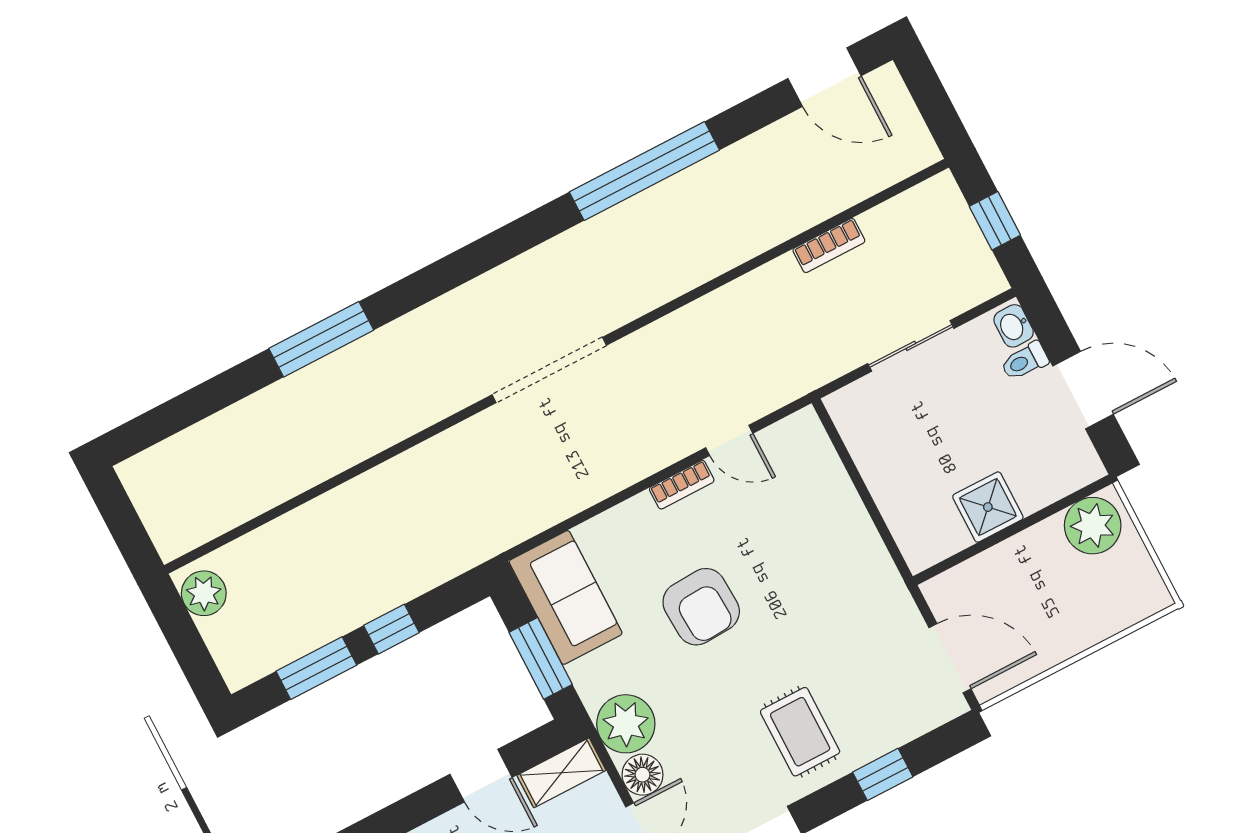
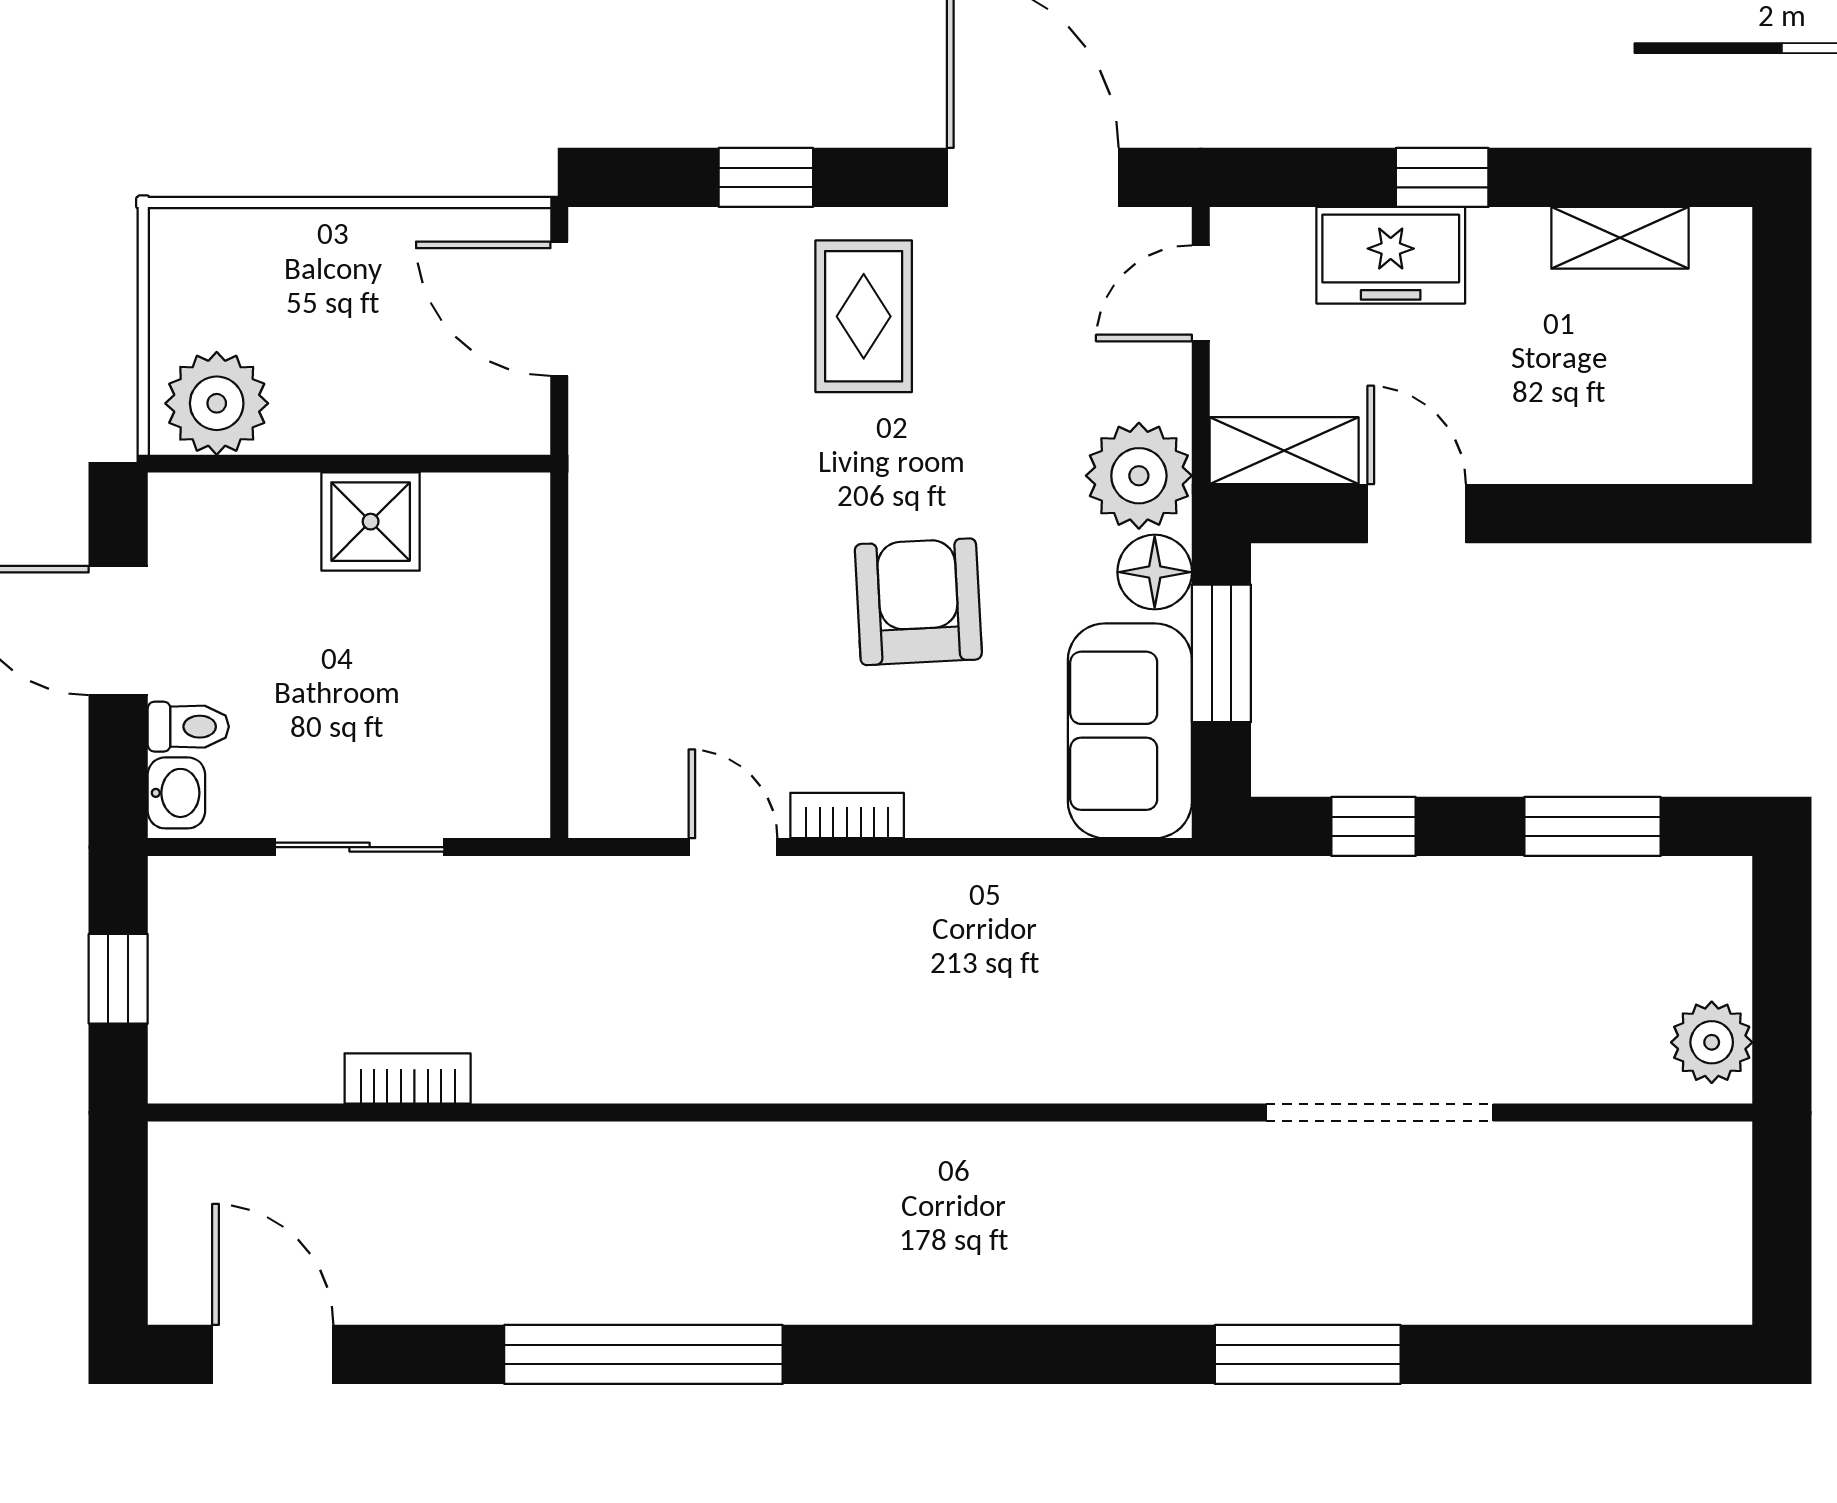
doorway: (549, 370) -> (1380, 1113), moved
window: (391, 629) -> (1373, 826), moved
floor lamp: (643, 775) -> (1155, 572), moved

